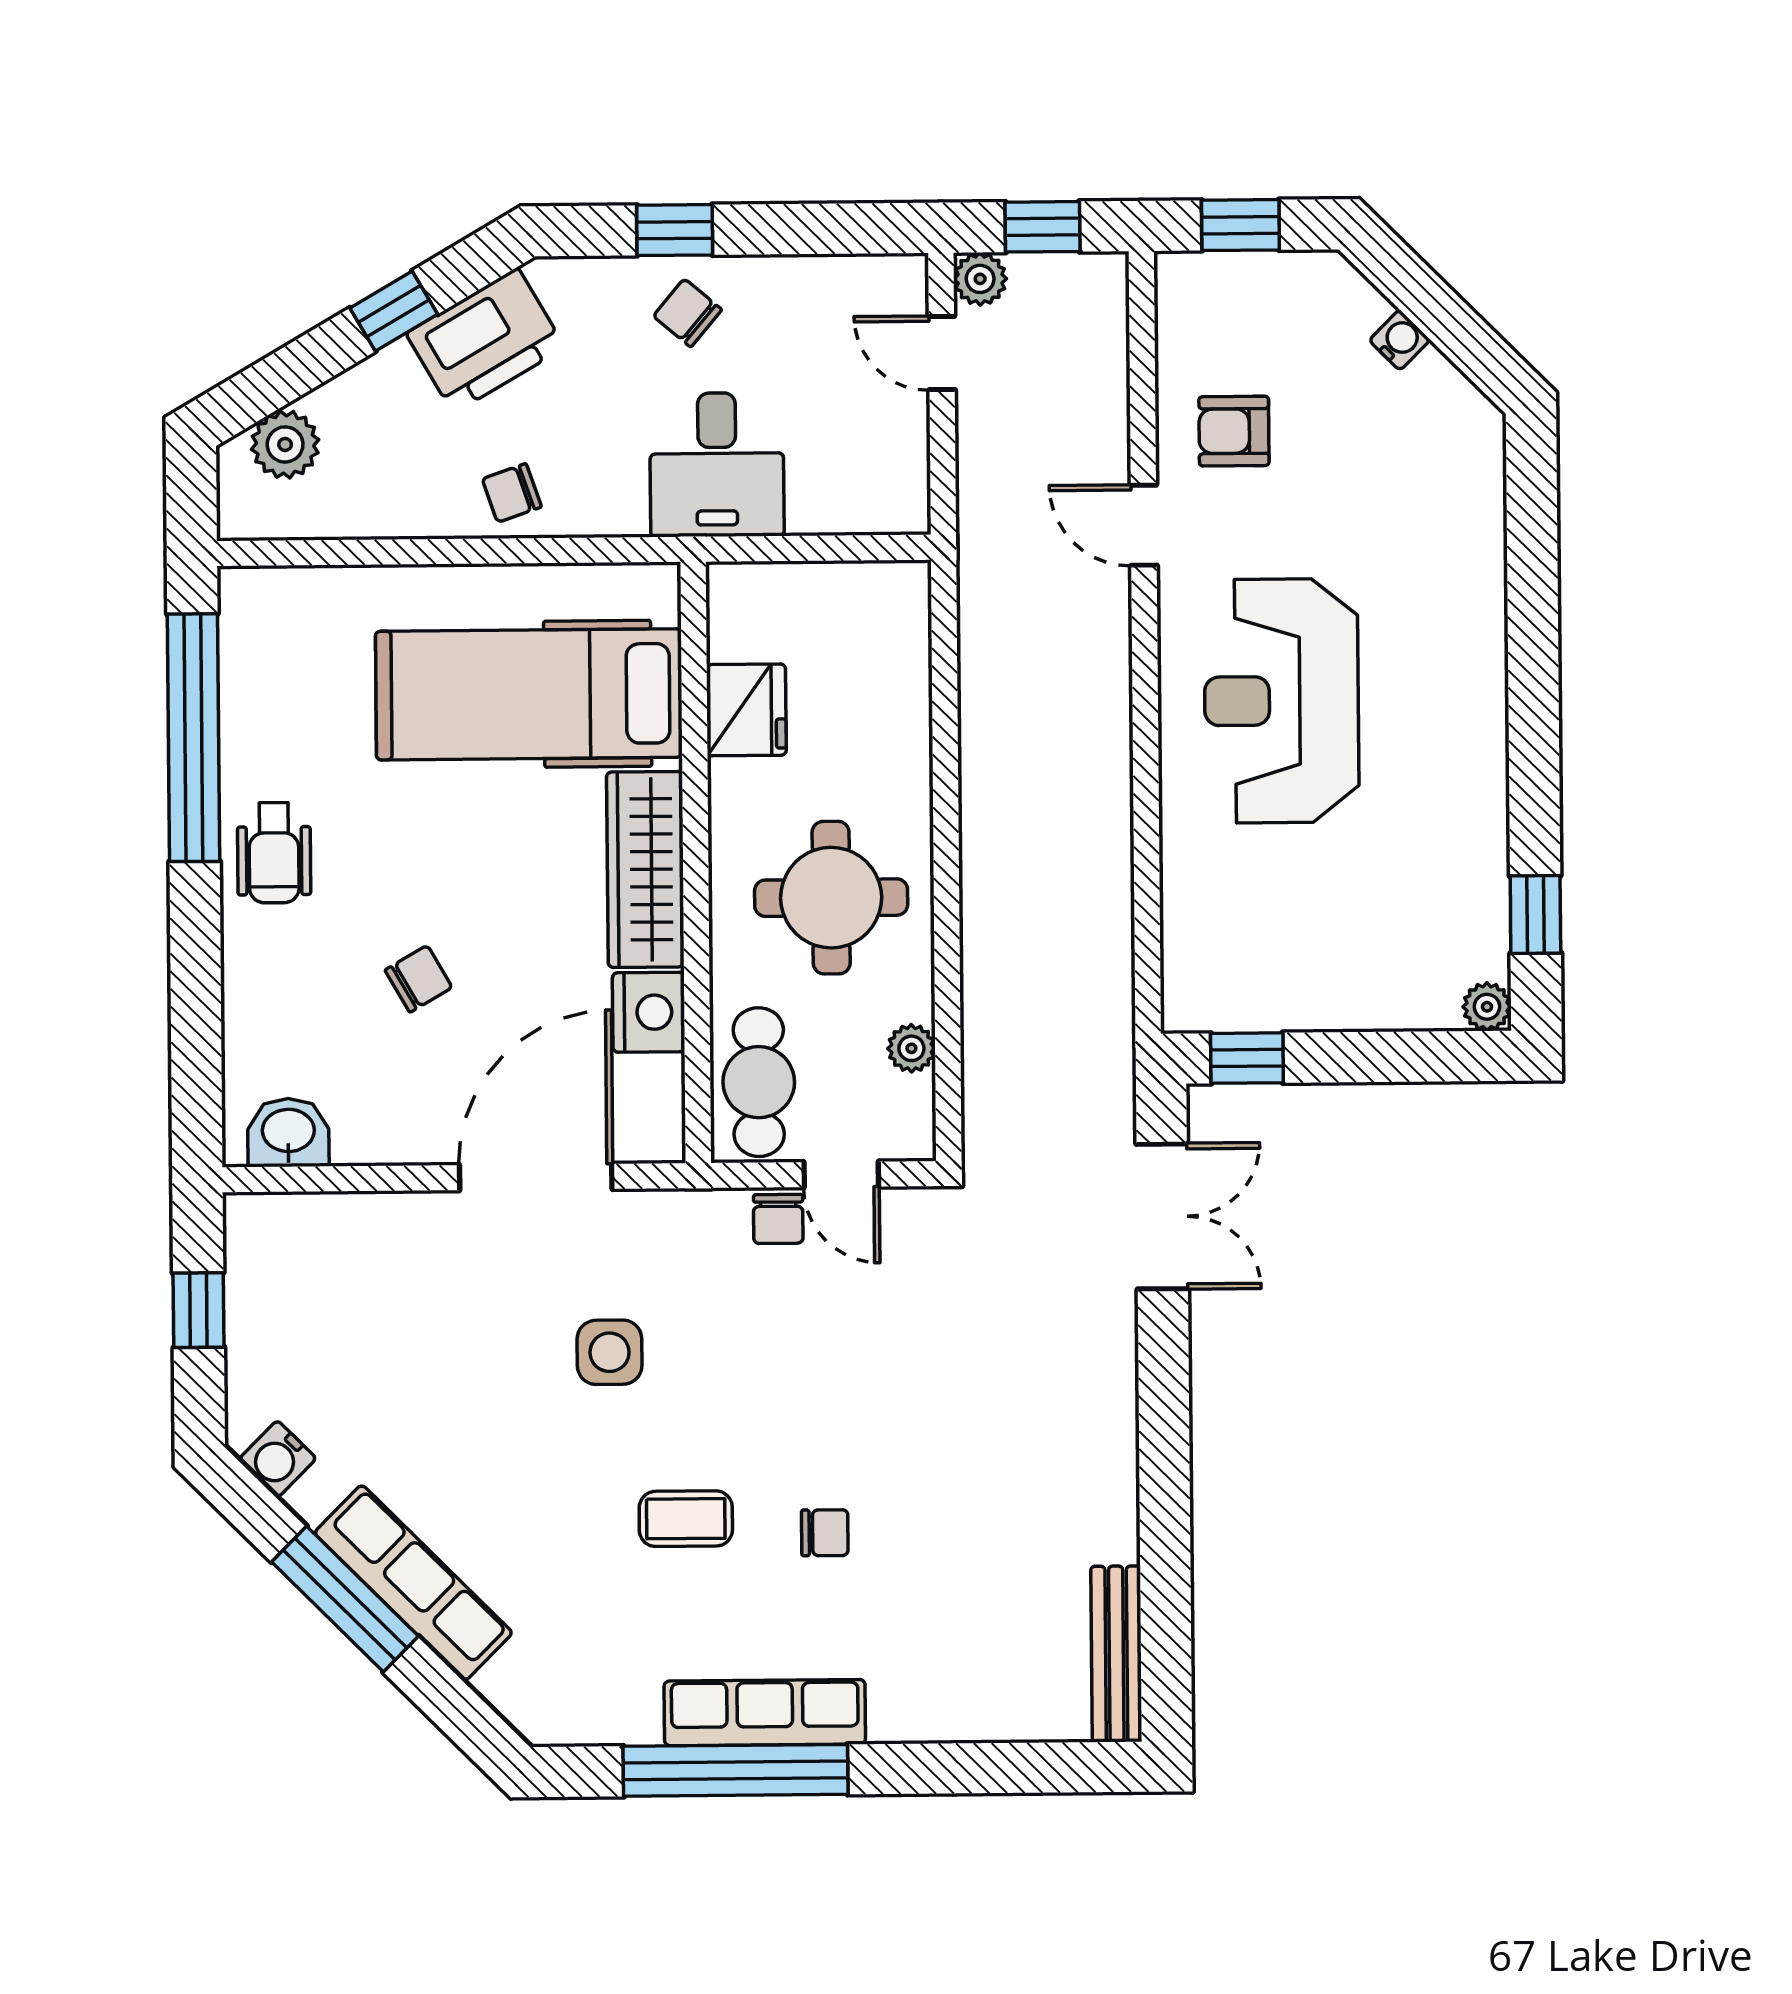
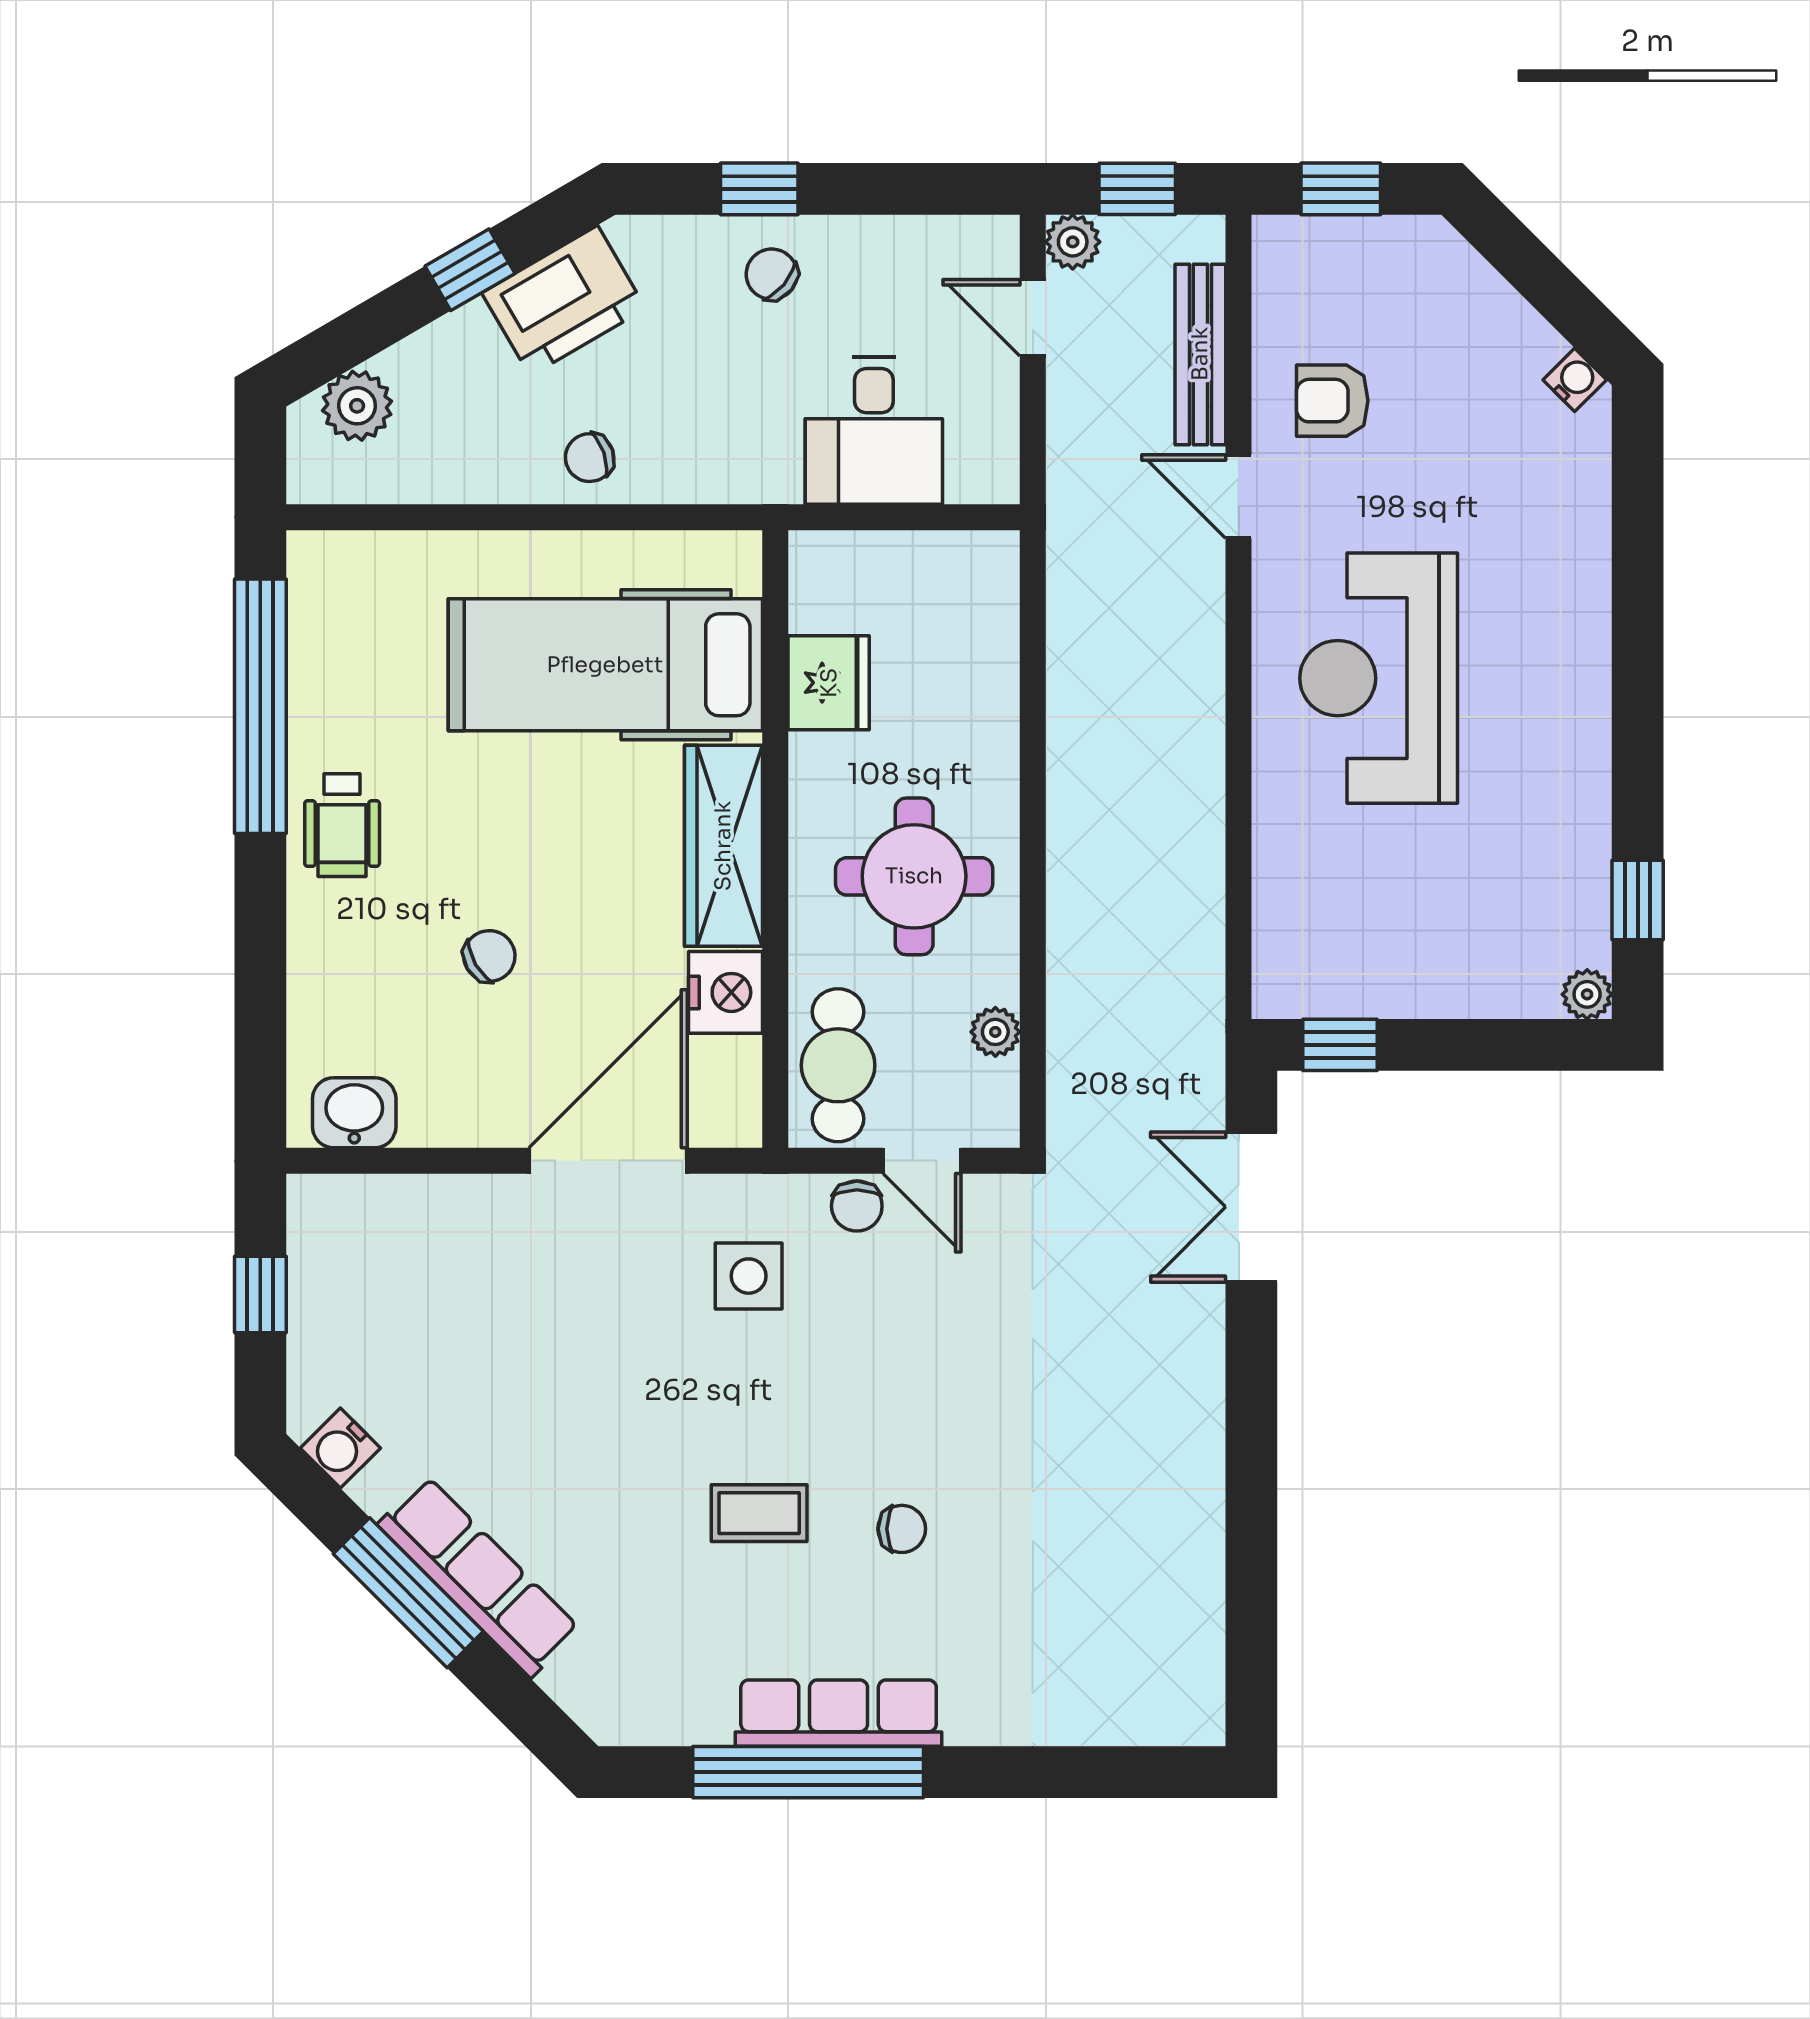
water cooler: (1400, 340) -> (1575, 380), moved
desk: (717, 465) -> (874, 430), moved
double door: (1162, 1216) -> (1251, 1207), swing flipped
side table: (610, 1352) -> (749, 1276), moved
bench: (1116, 1654) -> (1200, 354), moved

